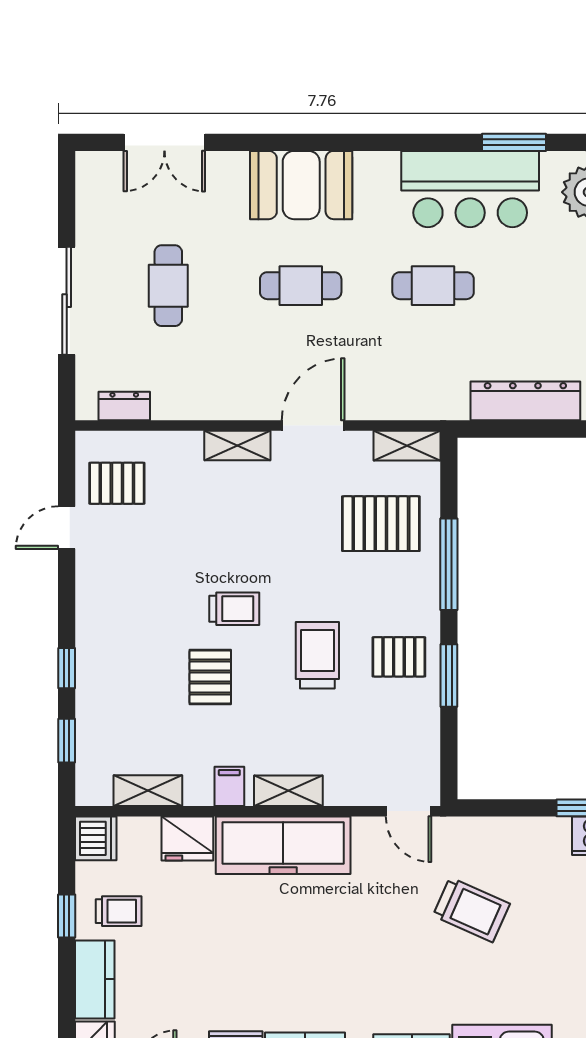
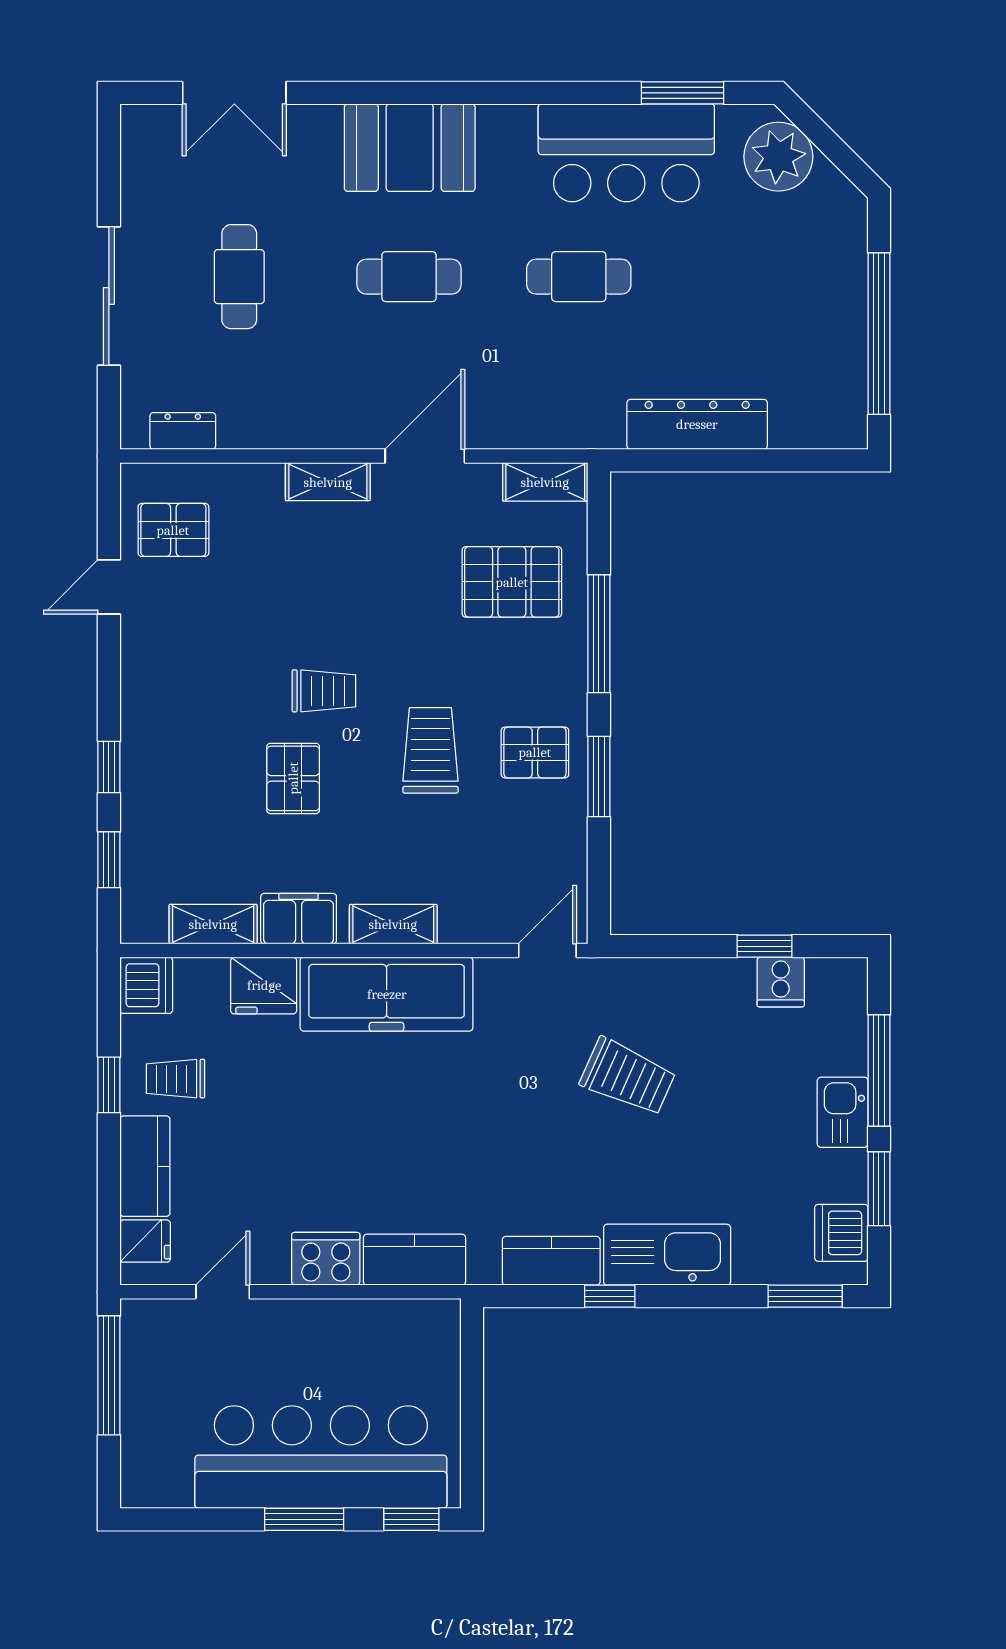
filing cabinet: (229, 786) -> (299, 919), width x2.00
door: (409, 811) -> (547, 950), swing flipped
trolley: (119, 911) -> (176, 1079), turned 180

